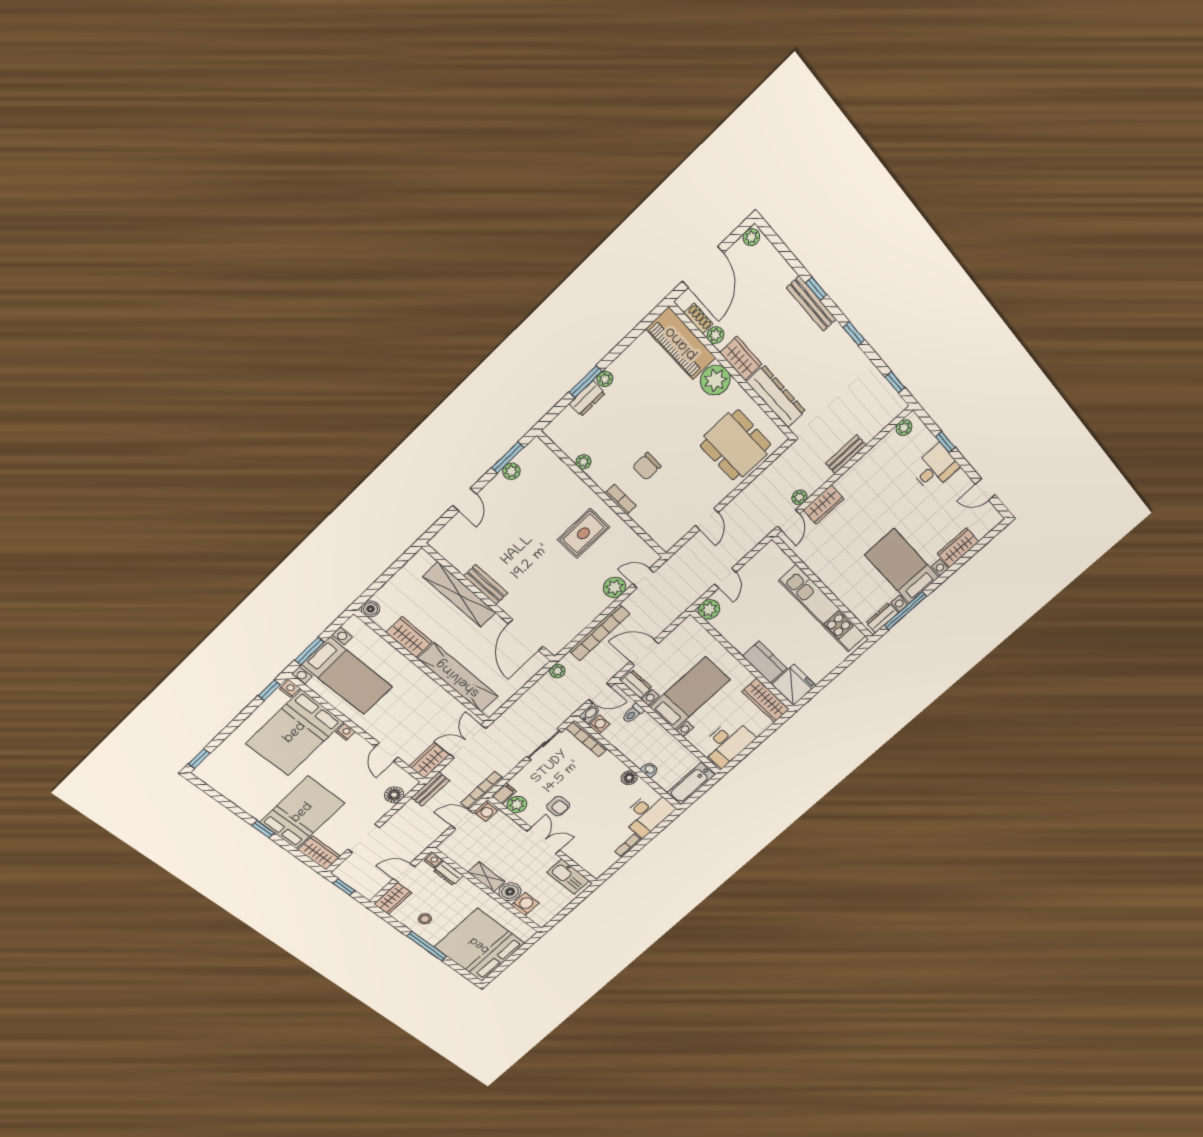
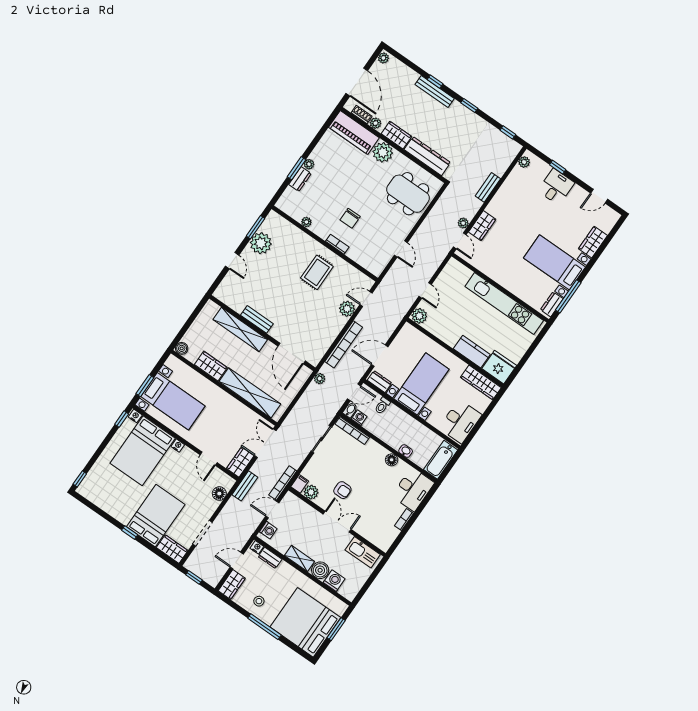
plant: (511, 471) -> (261, 243), width x1.88, depth x1.88
washing machine: (486, 811) -> (268, 530), moved
window: (516, 955) -> (336, 629), added

